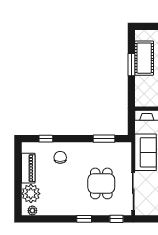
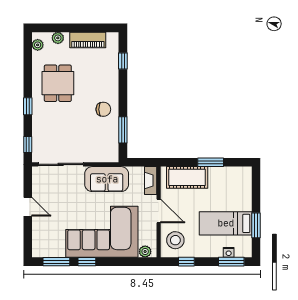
cot: (144, 58) -> (187, 177), moved
chair: (60, 157) -> (103, 109), moved
dining table: (101, 183) -> (58, 83), moved, turned 90
plant: (31, 194) -> (58, 38), width x0.53, depth x0.53

